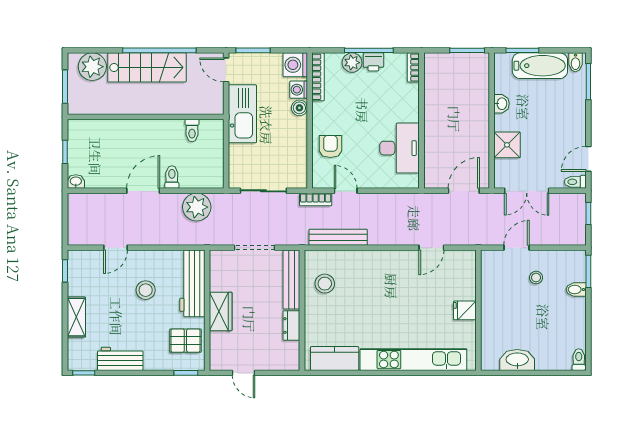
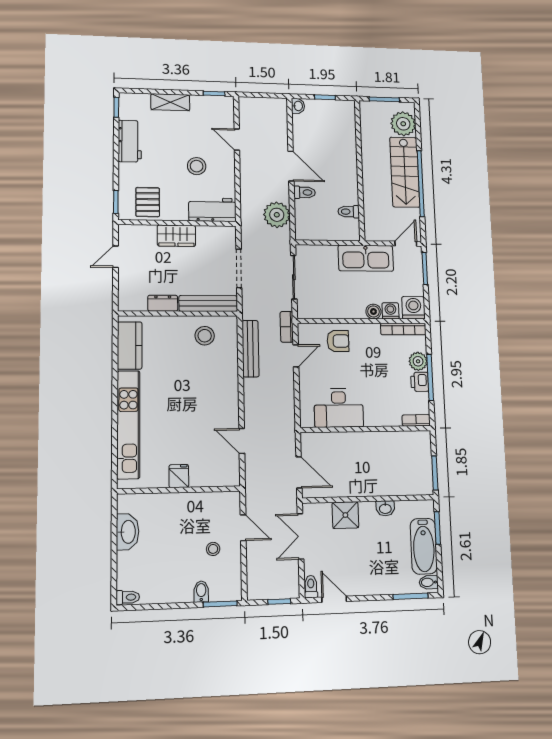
workbench: (192, 283) -> (212, 210), width x0.73

